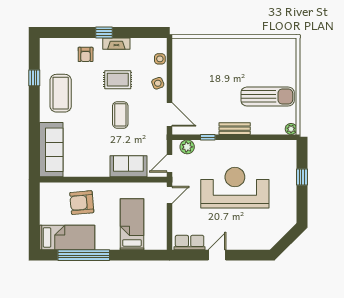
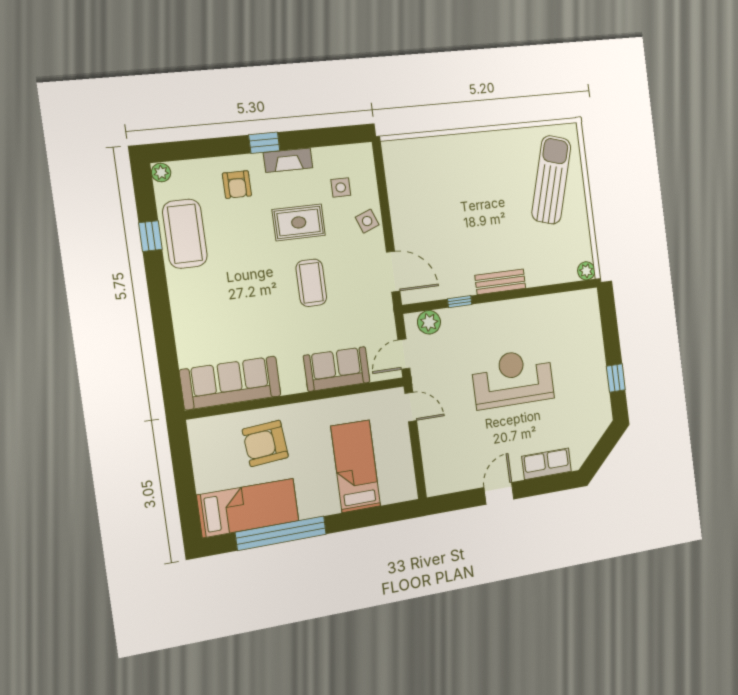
plant: (45, 44) -> (161, 173), added
side table: (160, 59) -> (341, 187), moved
coffee table: (61, 93) -> (185, 234), moved
sun lounger: (268, 97) -> (551, 180), moved, turned -74
sofa: (51, 150) -> (230, 383), moved, turned -90
window: (302, 177) -> (616, 378), moved
reception desk: (235, 188) -> (513, 379), width x0.74, depth x0.77
door: (169, 195) -> (411, 407), hinge flipped
row of seats: (190, 243) -> (547, 464), moved

